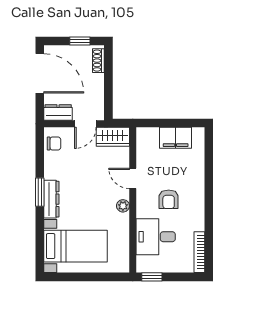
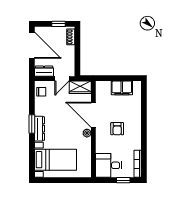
door: (133, 178) -> (93, 115), width x1.88
desk: (156, 237) -> (109, 165), moved
window: (152, 277) -> (123, 180), moved

